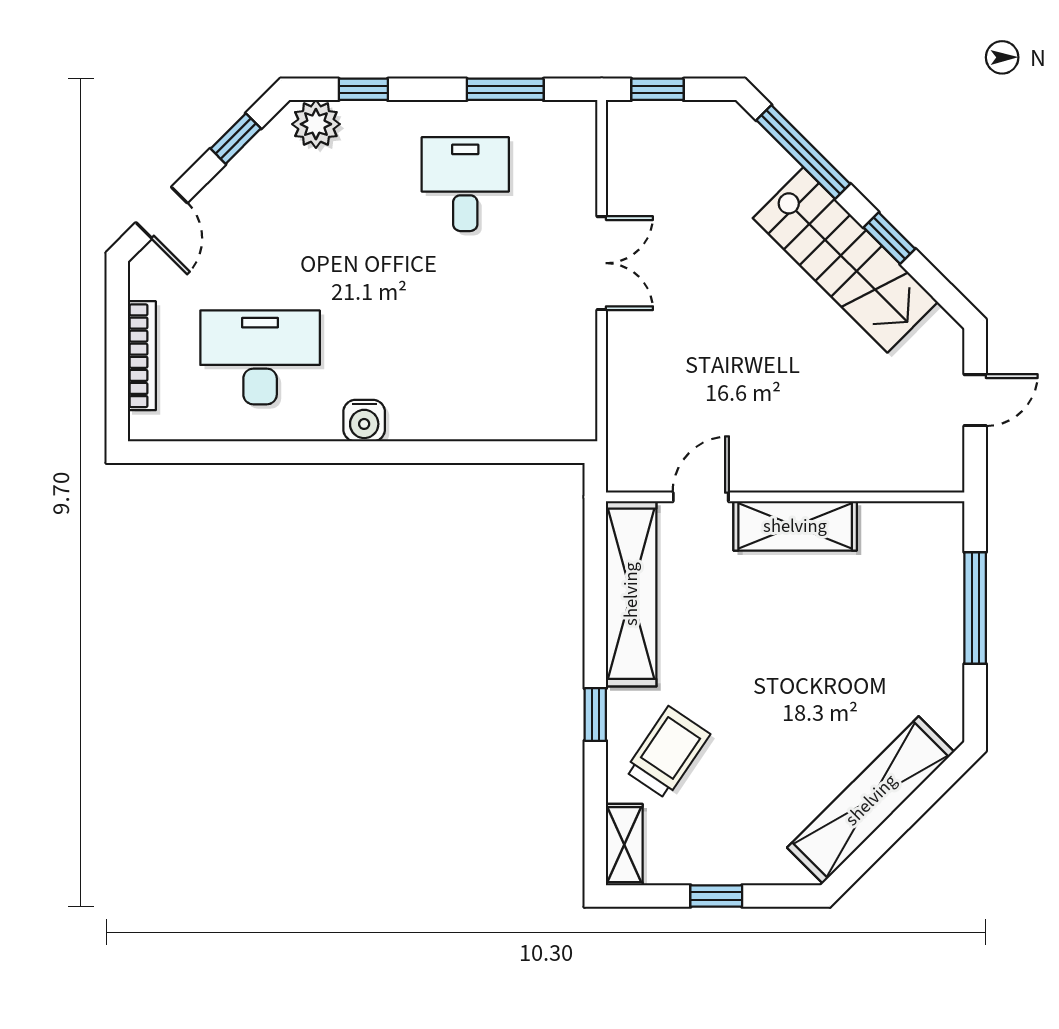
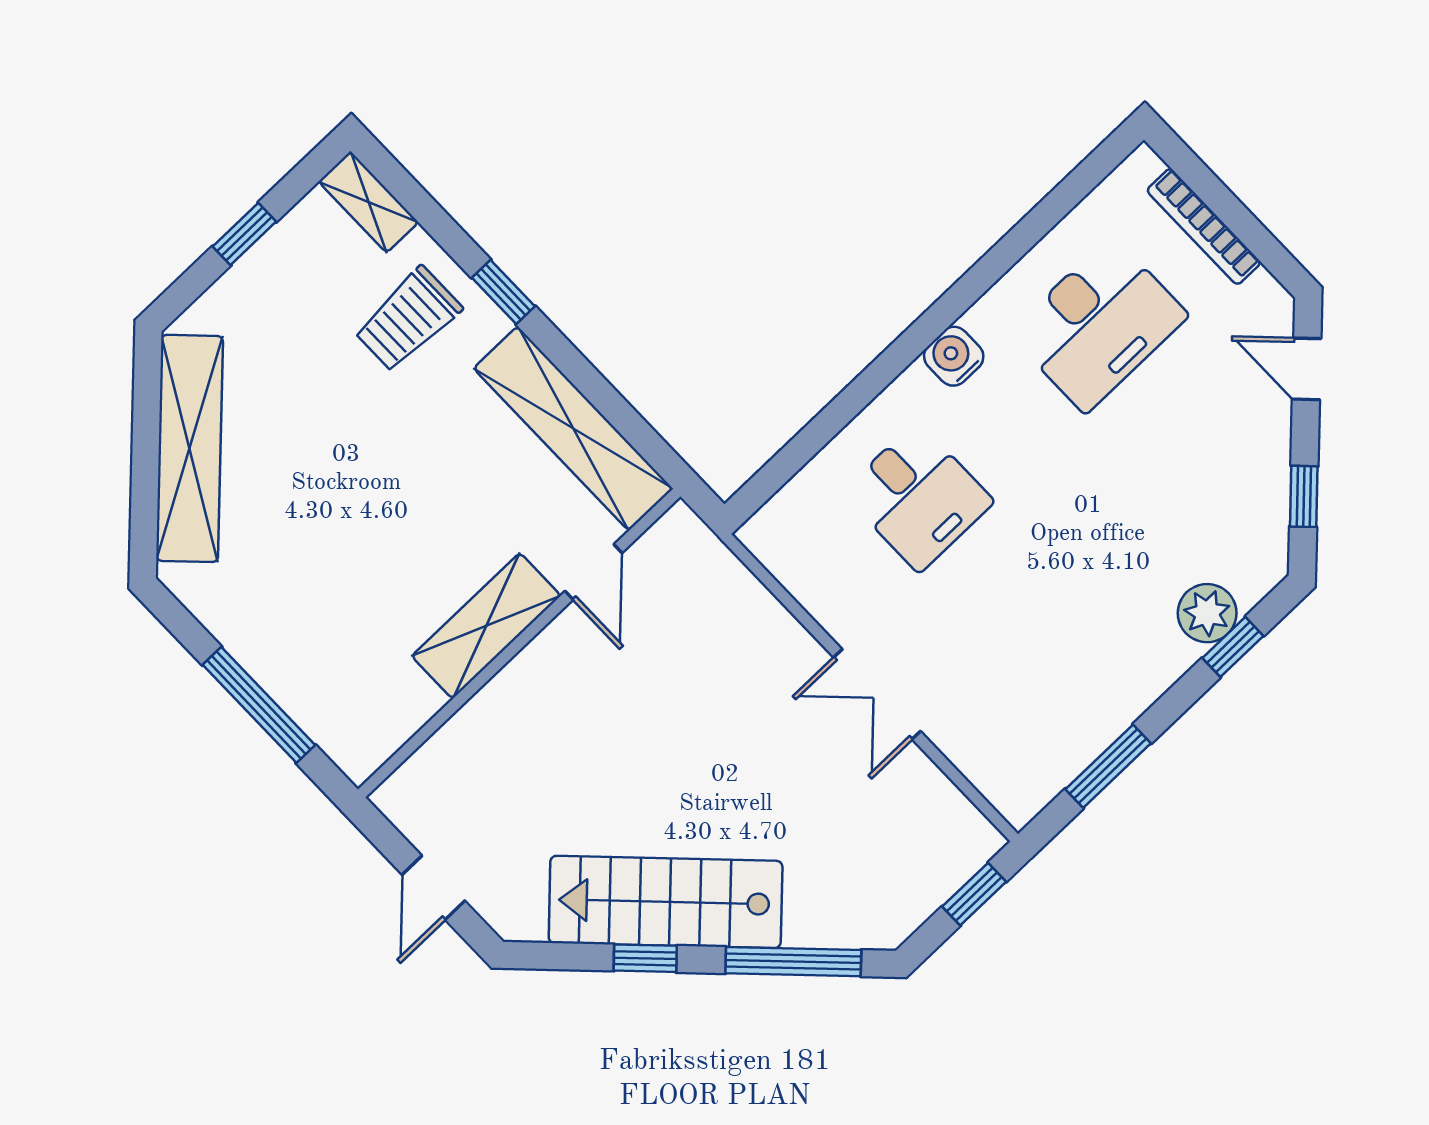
plant: (316, 124) -> (1207, 613), moved
desk: (465, 184) -> (918, 497), moved
trolley: (667, 753) -> (408, 319), turned 56

